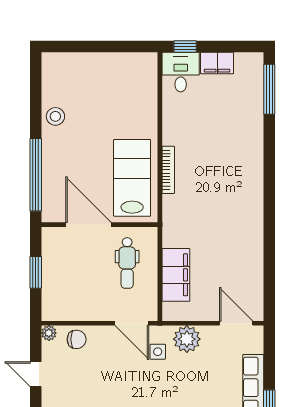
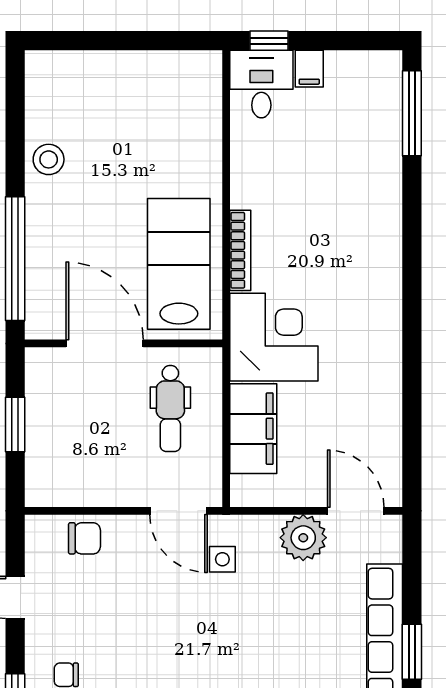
filing cabinet: (217, 63) -> (309, 69), width x0.50
corner desk: (188, 221) -> (274, 337), added
plant: (49, 333) -> (37, 527), removed
plant: (187, 339) -> (303, 538), moved

